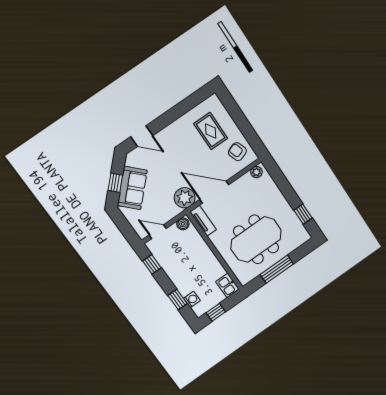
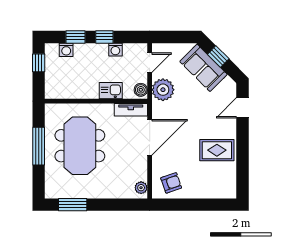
rug: (211, 131) -> (217, 150), moved
plant: (185, 198) -> (163, 90), moved
window: (303, 214) -> (73, 205), width x1.50
window: (152, 264) -> (104, 37), moved
washing machine: (166, 264) -> (115, 50), added
kitchen sink: (227, 285) -> (111, 91), moved

